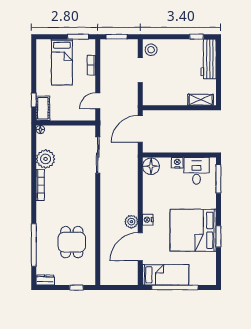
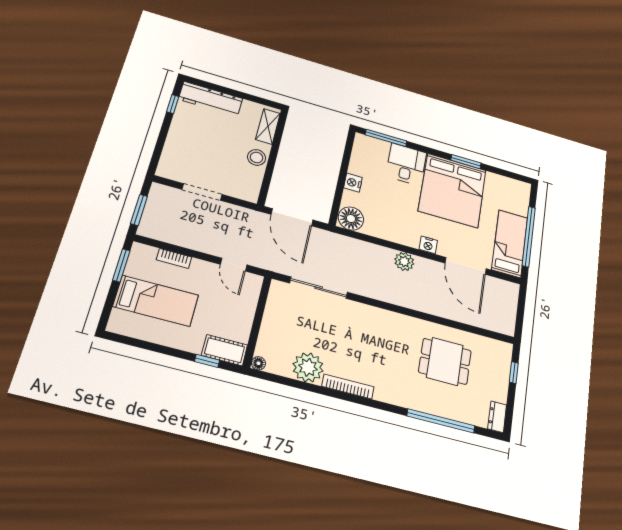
stool: (151, 50) -> (257, 157), moved
desk: (197, 171) -> (406, 164), moved, turned 90
plant: (131, 222) -> (404, 261), moved

